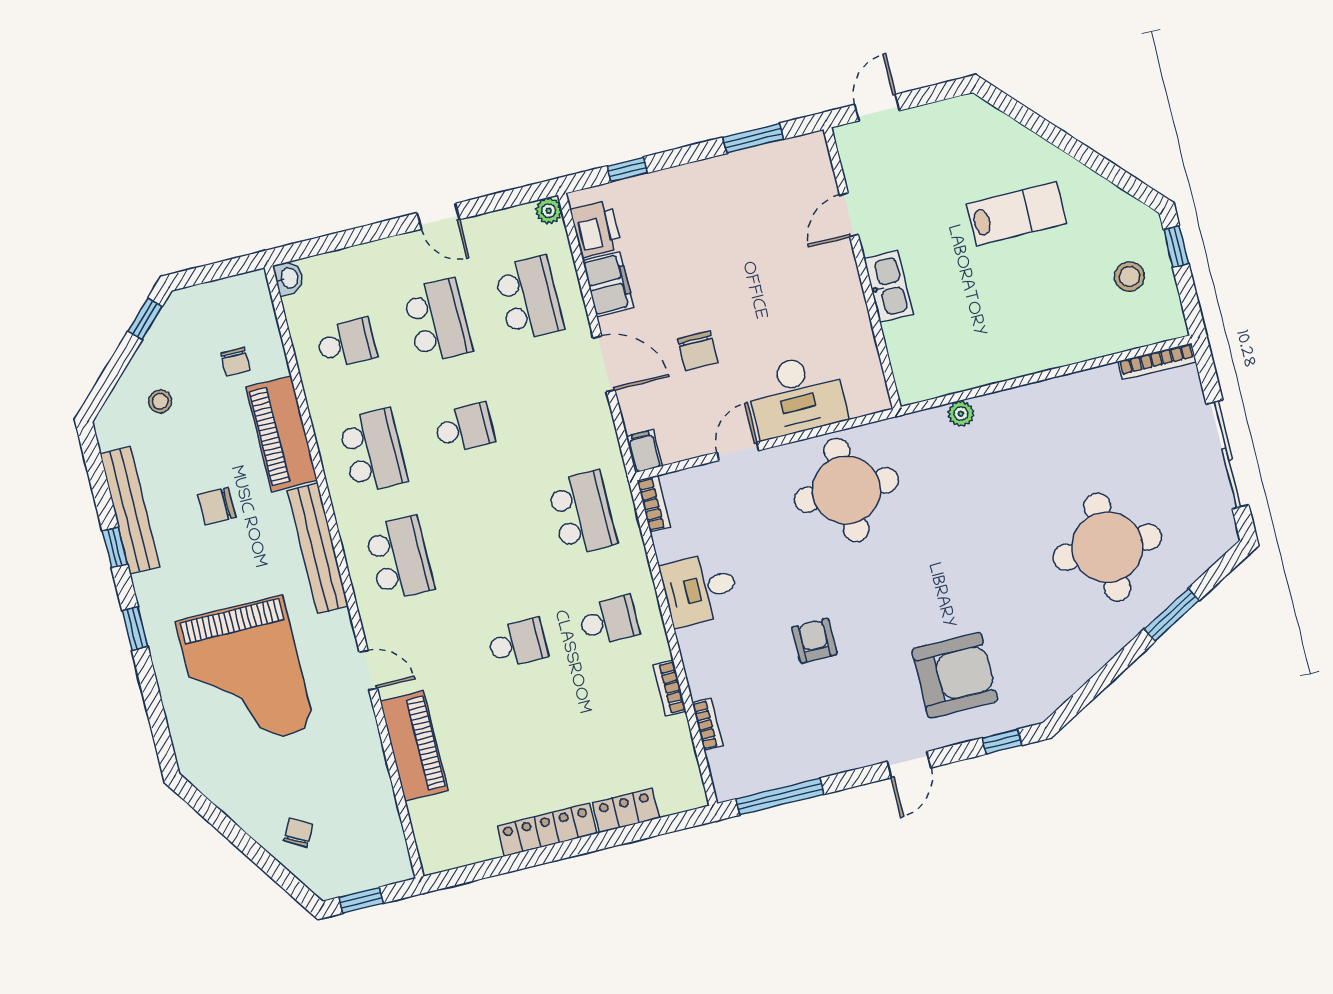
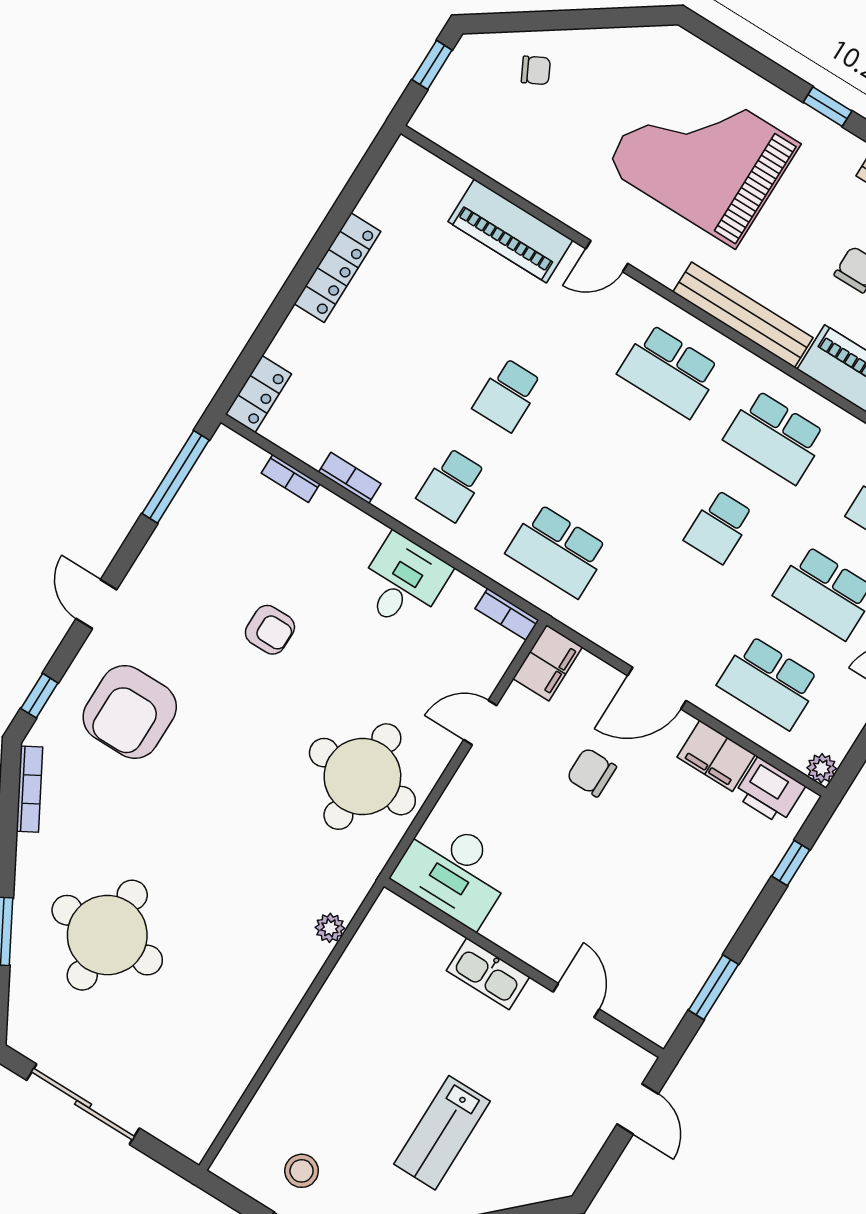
bookcase: (1157, 362) -> (29, 789), moved, turned 151
desk: (796, 396) -> (454, 871), moved, turned -90
filing cabinet: (644, 451) -> (548, 663), width x2.00
door: (738, 451) -> (480, 723), swing flipped
locker: (626, 810) -> (258, 394), moved
chair: (298, 833) -> (536, 70), turned -55

